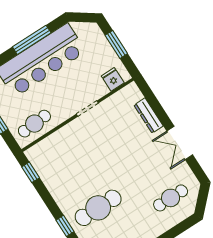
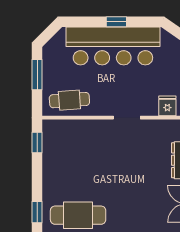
window: (32, 40) -> (116, 22), width x0.46

